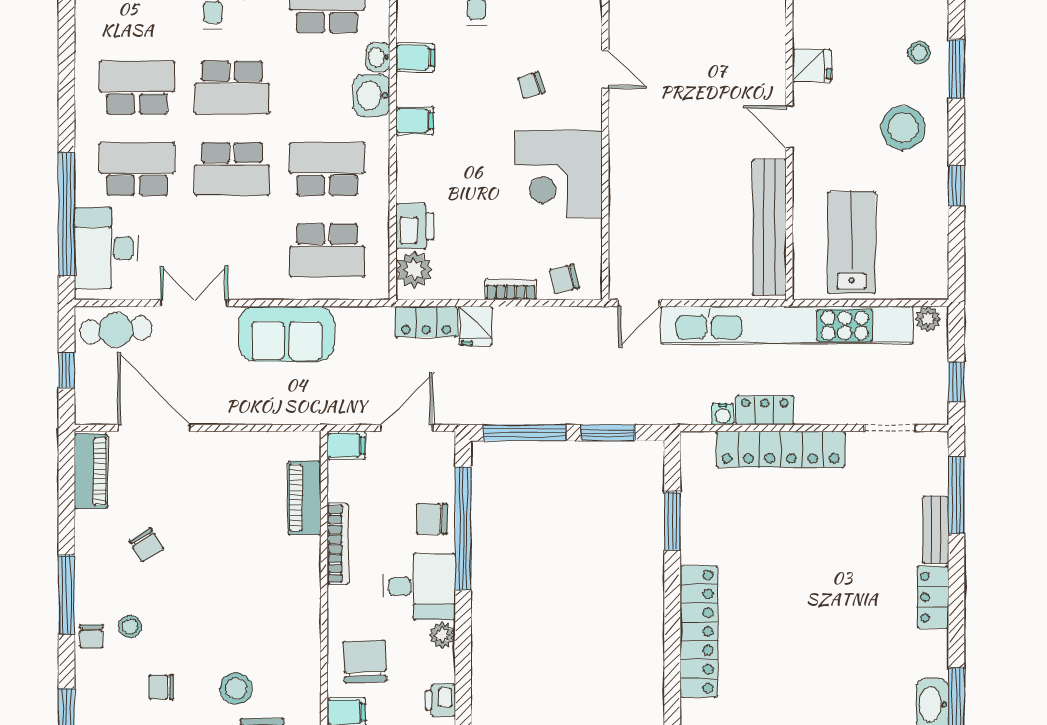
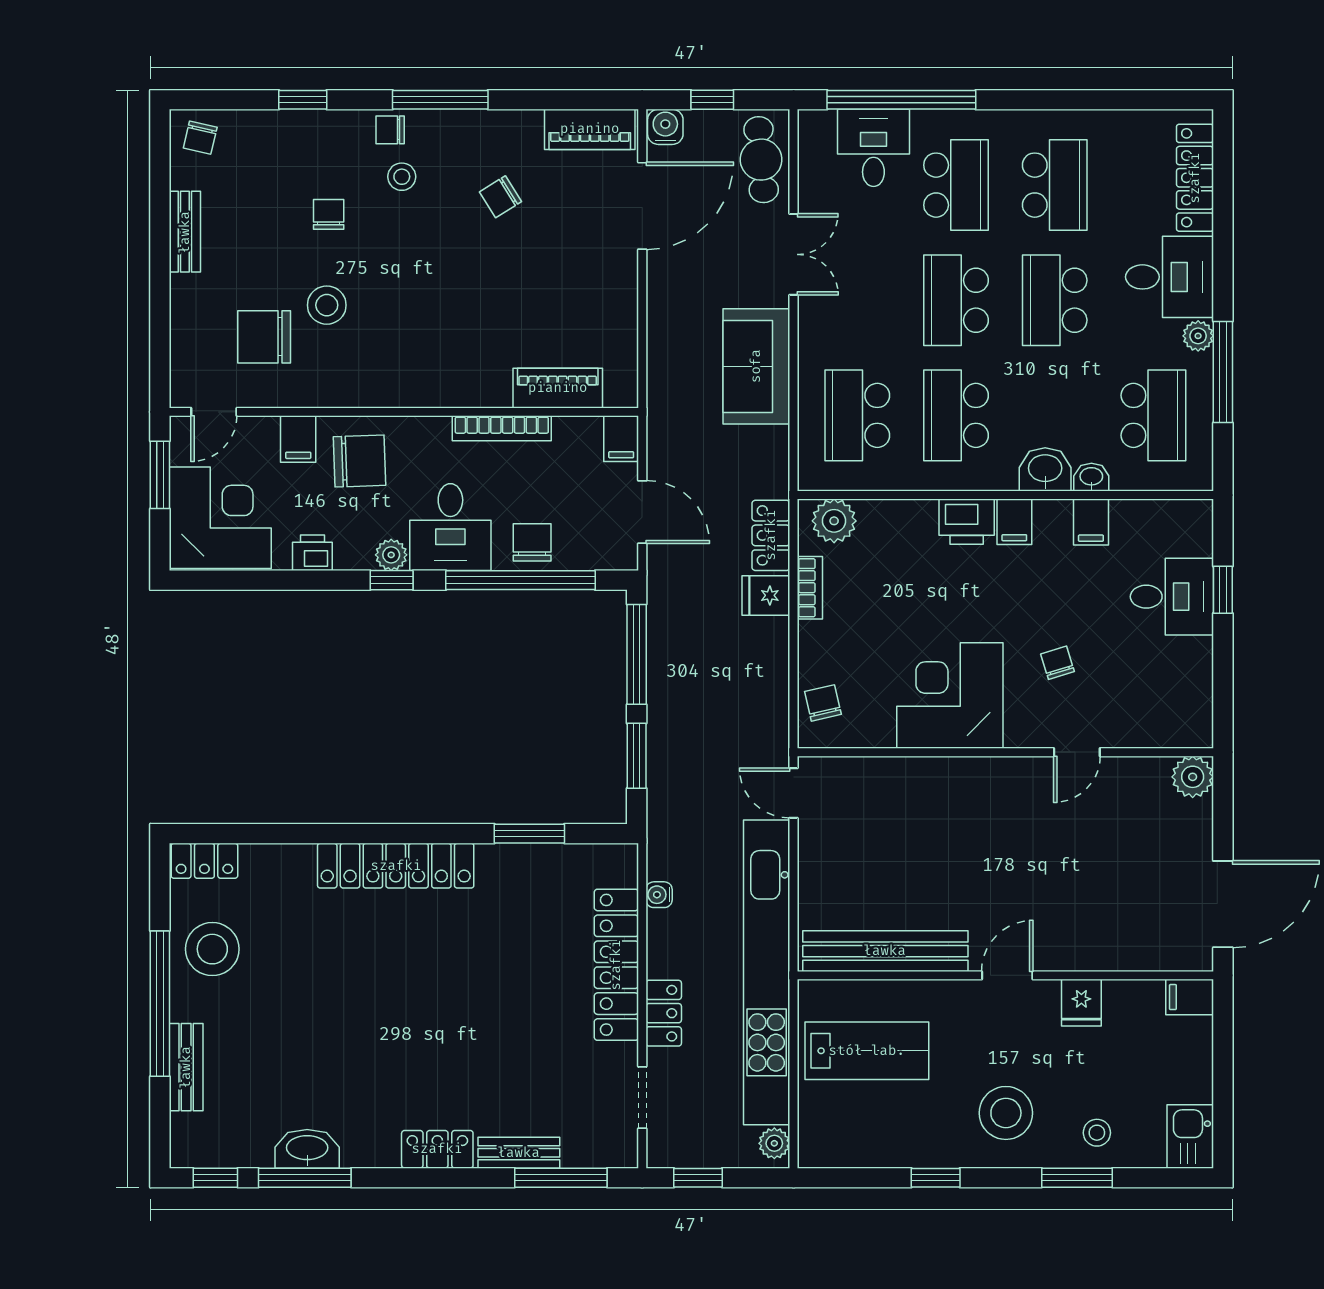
school desk: (327, 169) -> (956, 415), turned 180
printer: (415, 226) -> (967, 522), moved
desk: (106, 248) -> (873, 148), width x0.73
bookcase: (511, 290) -> (810, 588), moved
water cooler: (89, 409) -> (665, 127), added
locker: (765, 410) -> (664, 1013), moved
window: (463, 635) -> (392, 580), added

